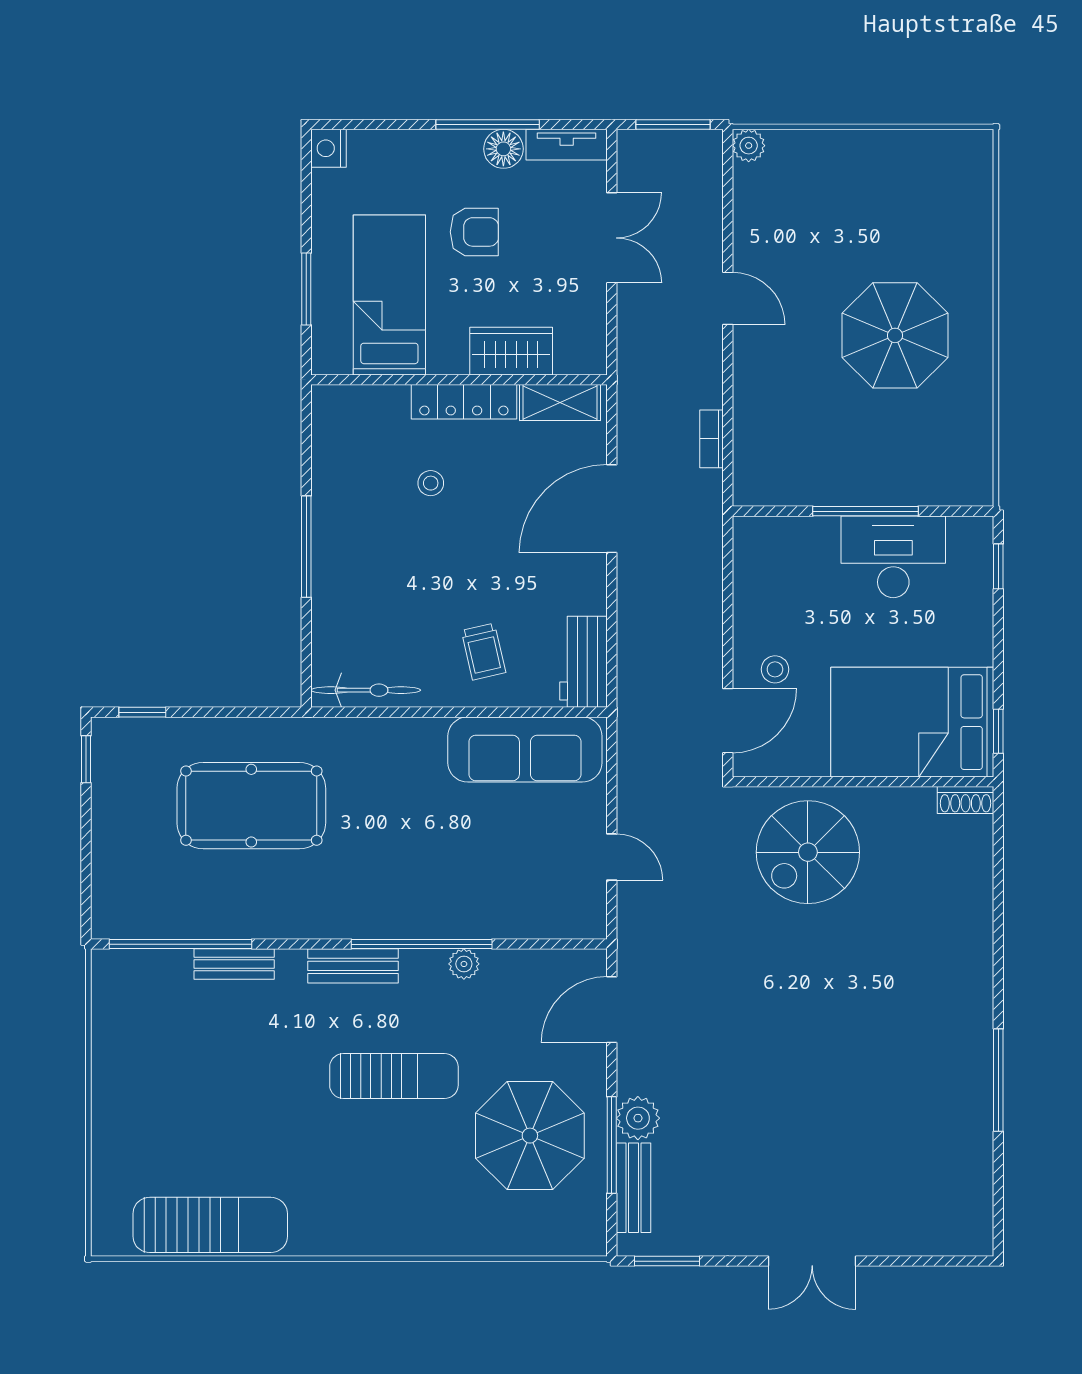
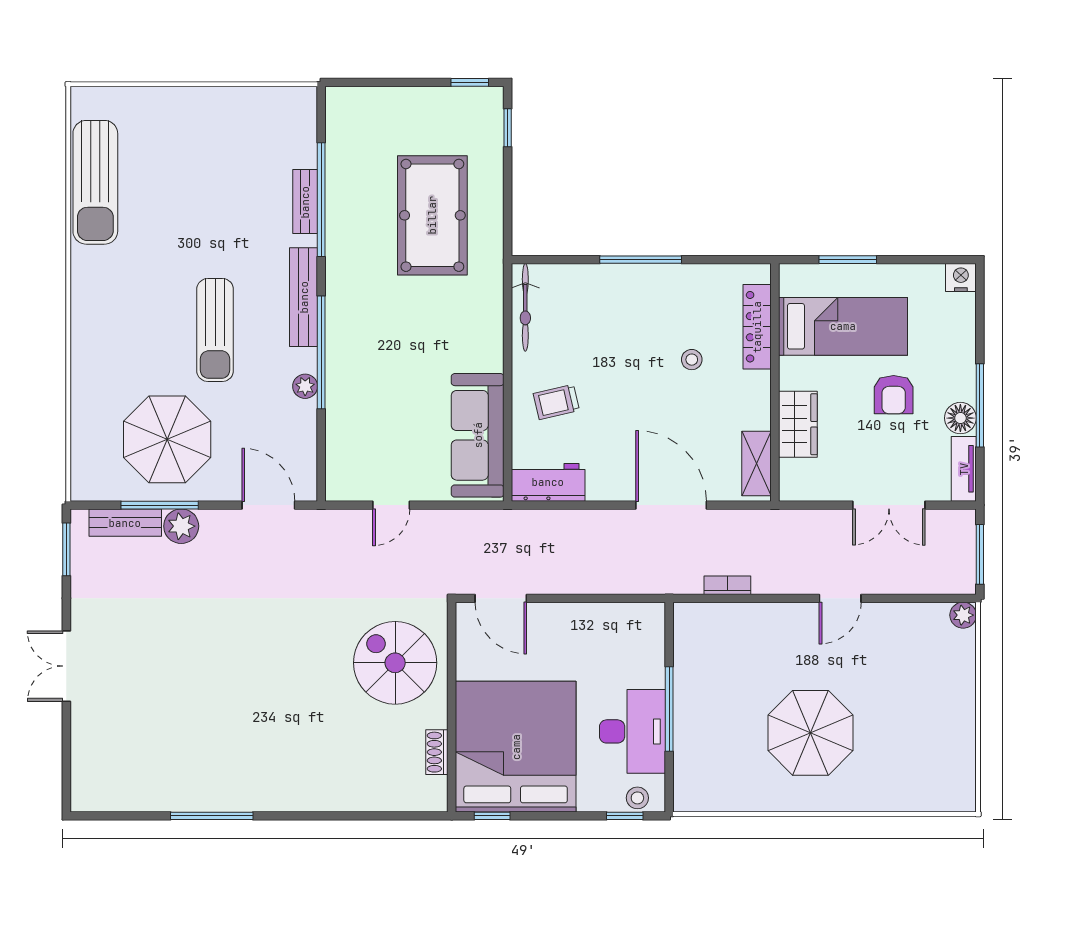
locker: (464, 402) -> (757, 327), moved
stool: (775, 669) -> (637, 798), moved
bed: (912, 722) -> (516, 747), width x1.36
shoe rack: (966, 800) -> (437, 752), moved
window: (180, 944) -> (321, 200), moved
bench: (353, 966) -> (304, 297), width x1.36

